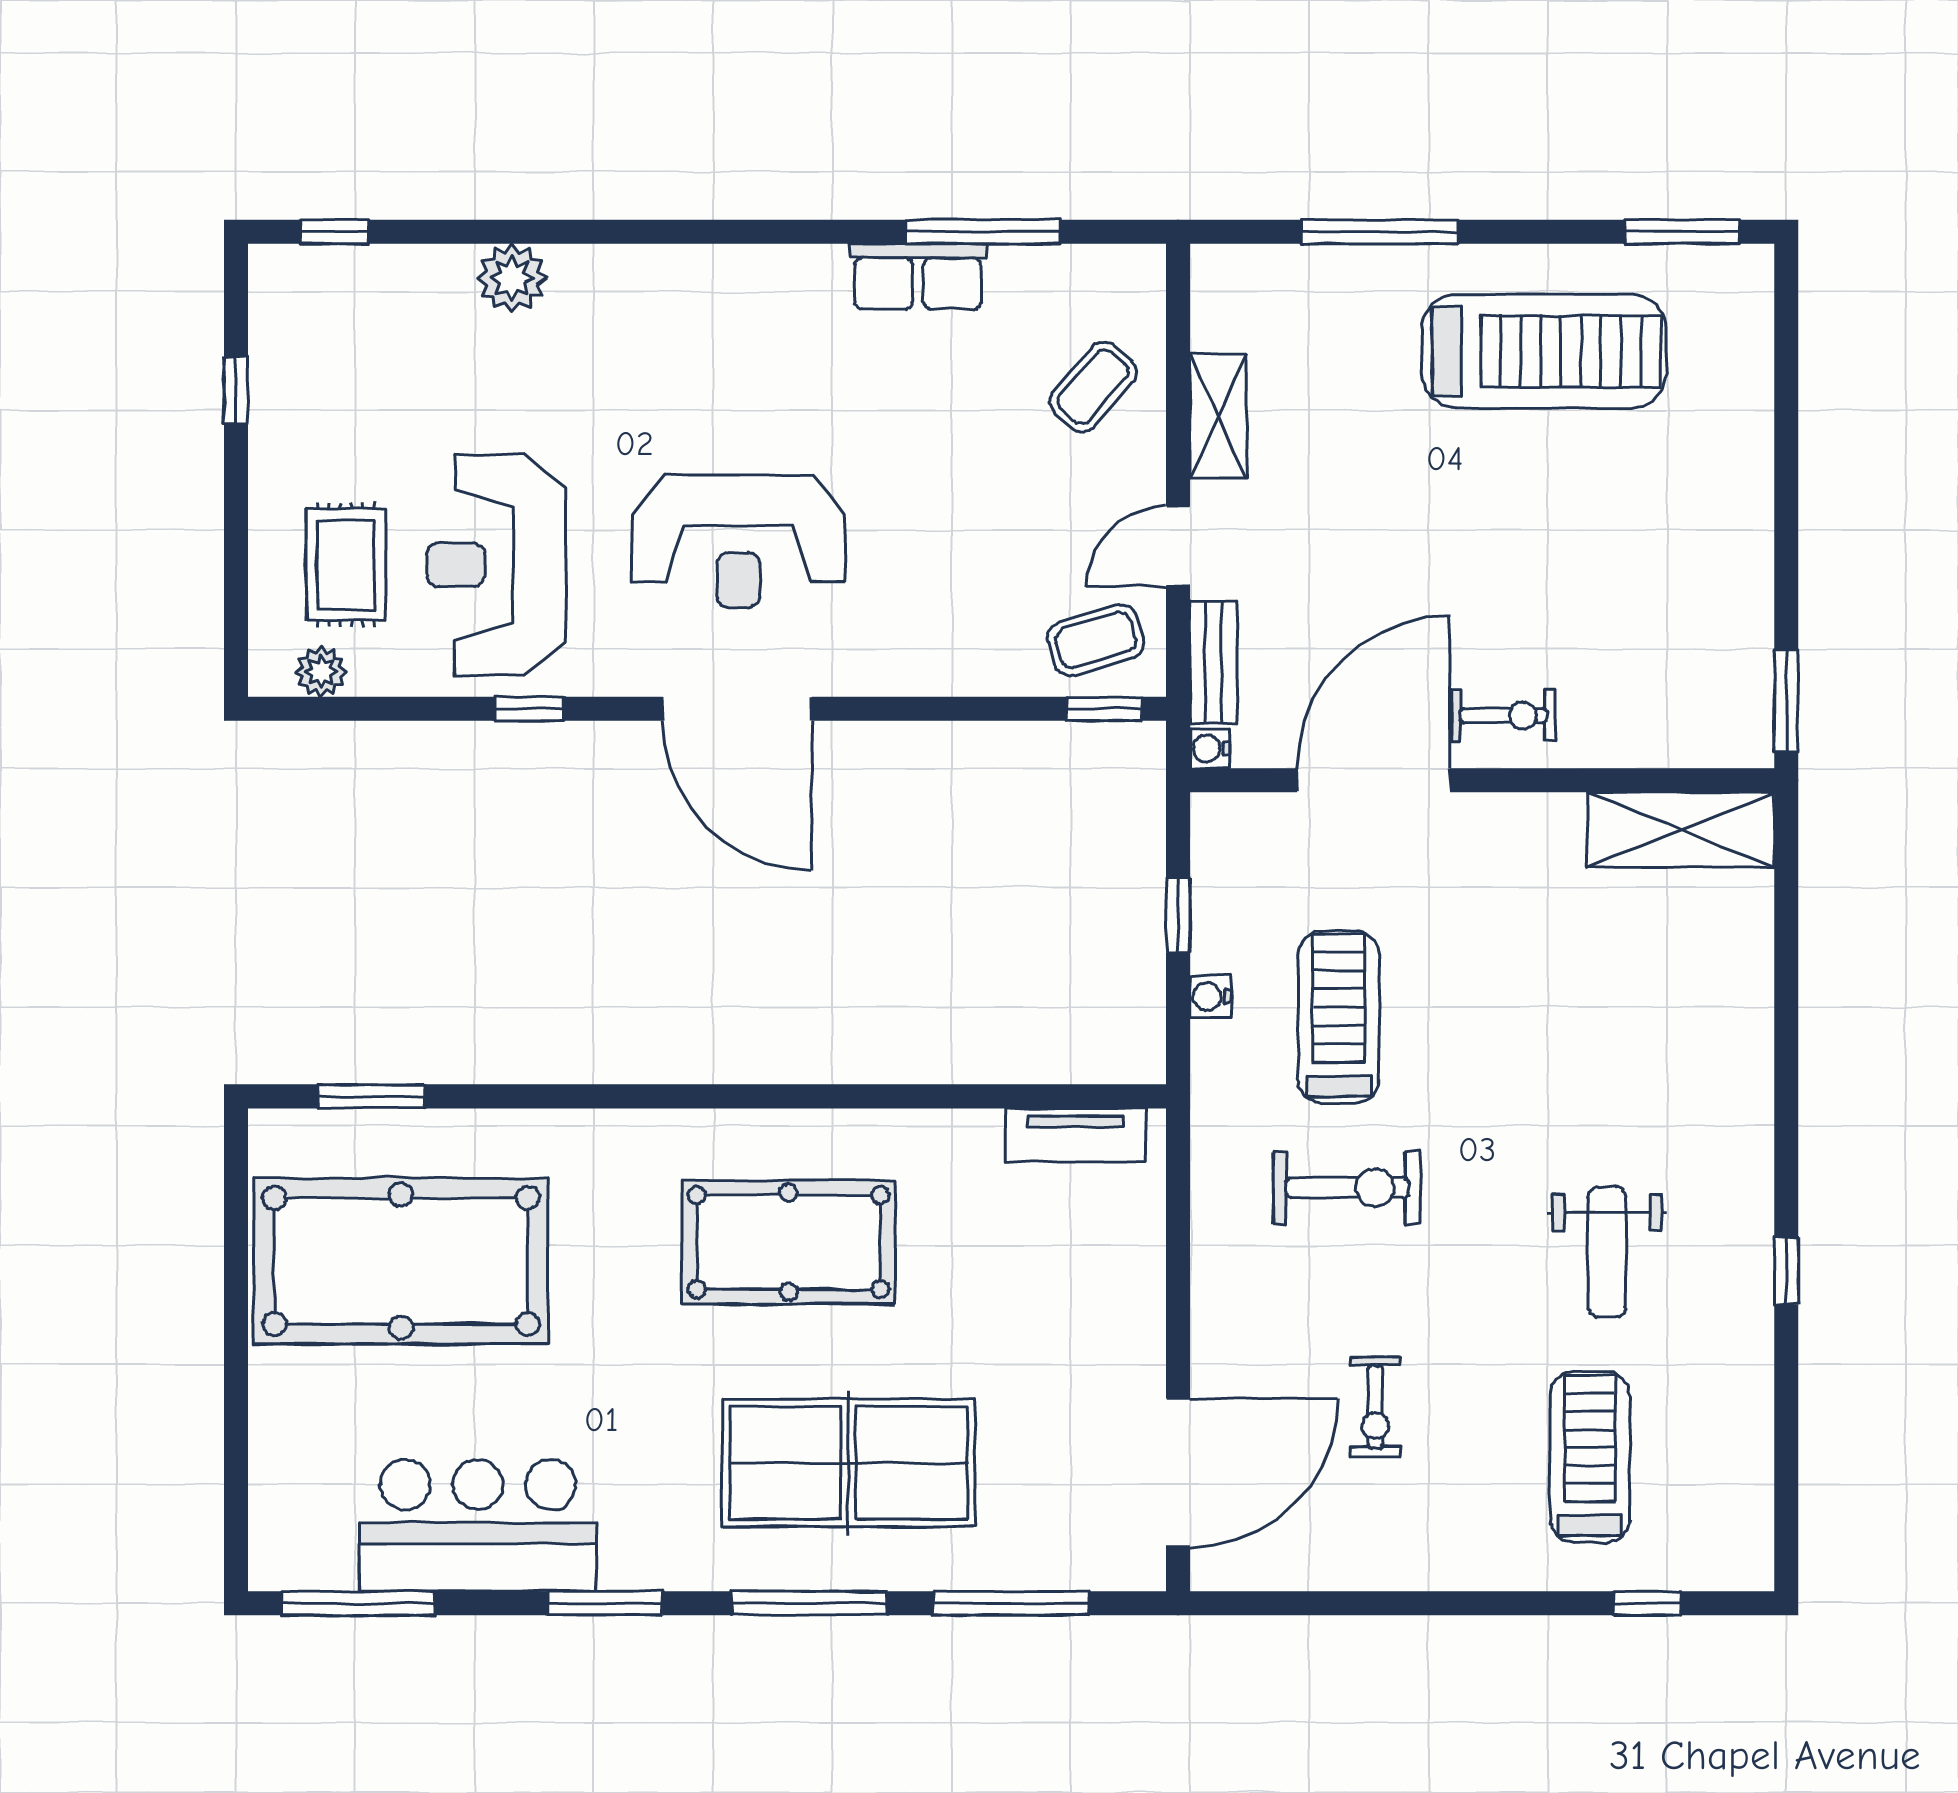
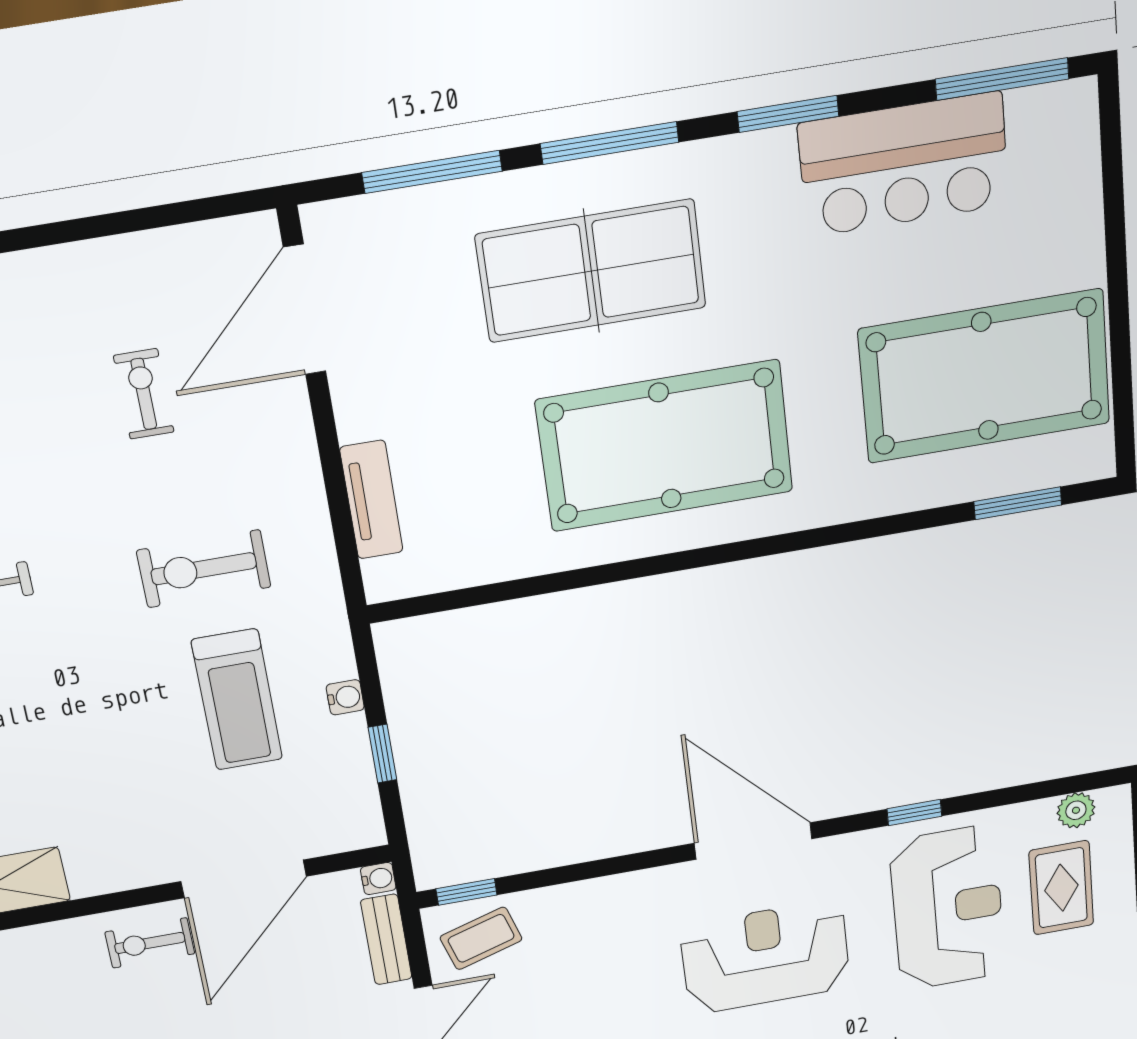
tv unit: (1076, 1135) -> (371, 500), moved, turned 90
pool table: (788, 1242) -> (665, 446), width x1.36, depth x1.32

